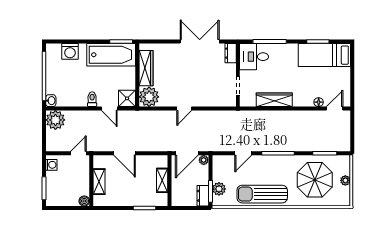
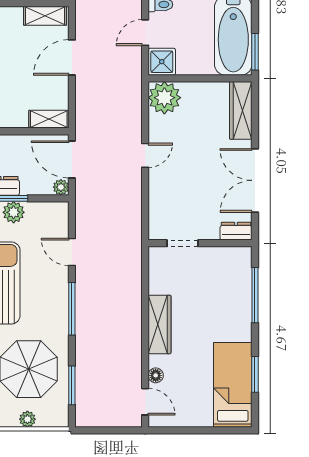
double door: (200, 42) -> (255, 180), swing flipped
desk: (254, 57) -> (230, 270), removed
wardrobe: (146, 68) -> (241, 110), moved, turned 90
wardrobe: (274, 100) -> (160, 324), moved
door: (184, 109) -> (145, 155), swing flipped
shelving: (162, 180) -> (49, 119), moved
shelving: (99, 182) -> (45, 16), moved

